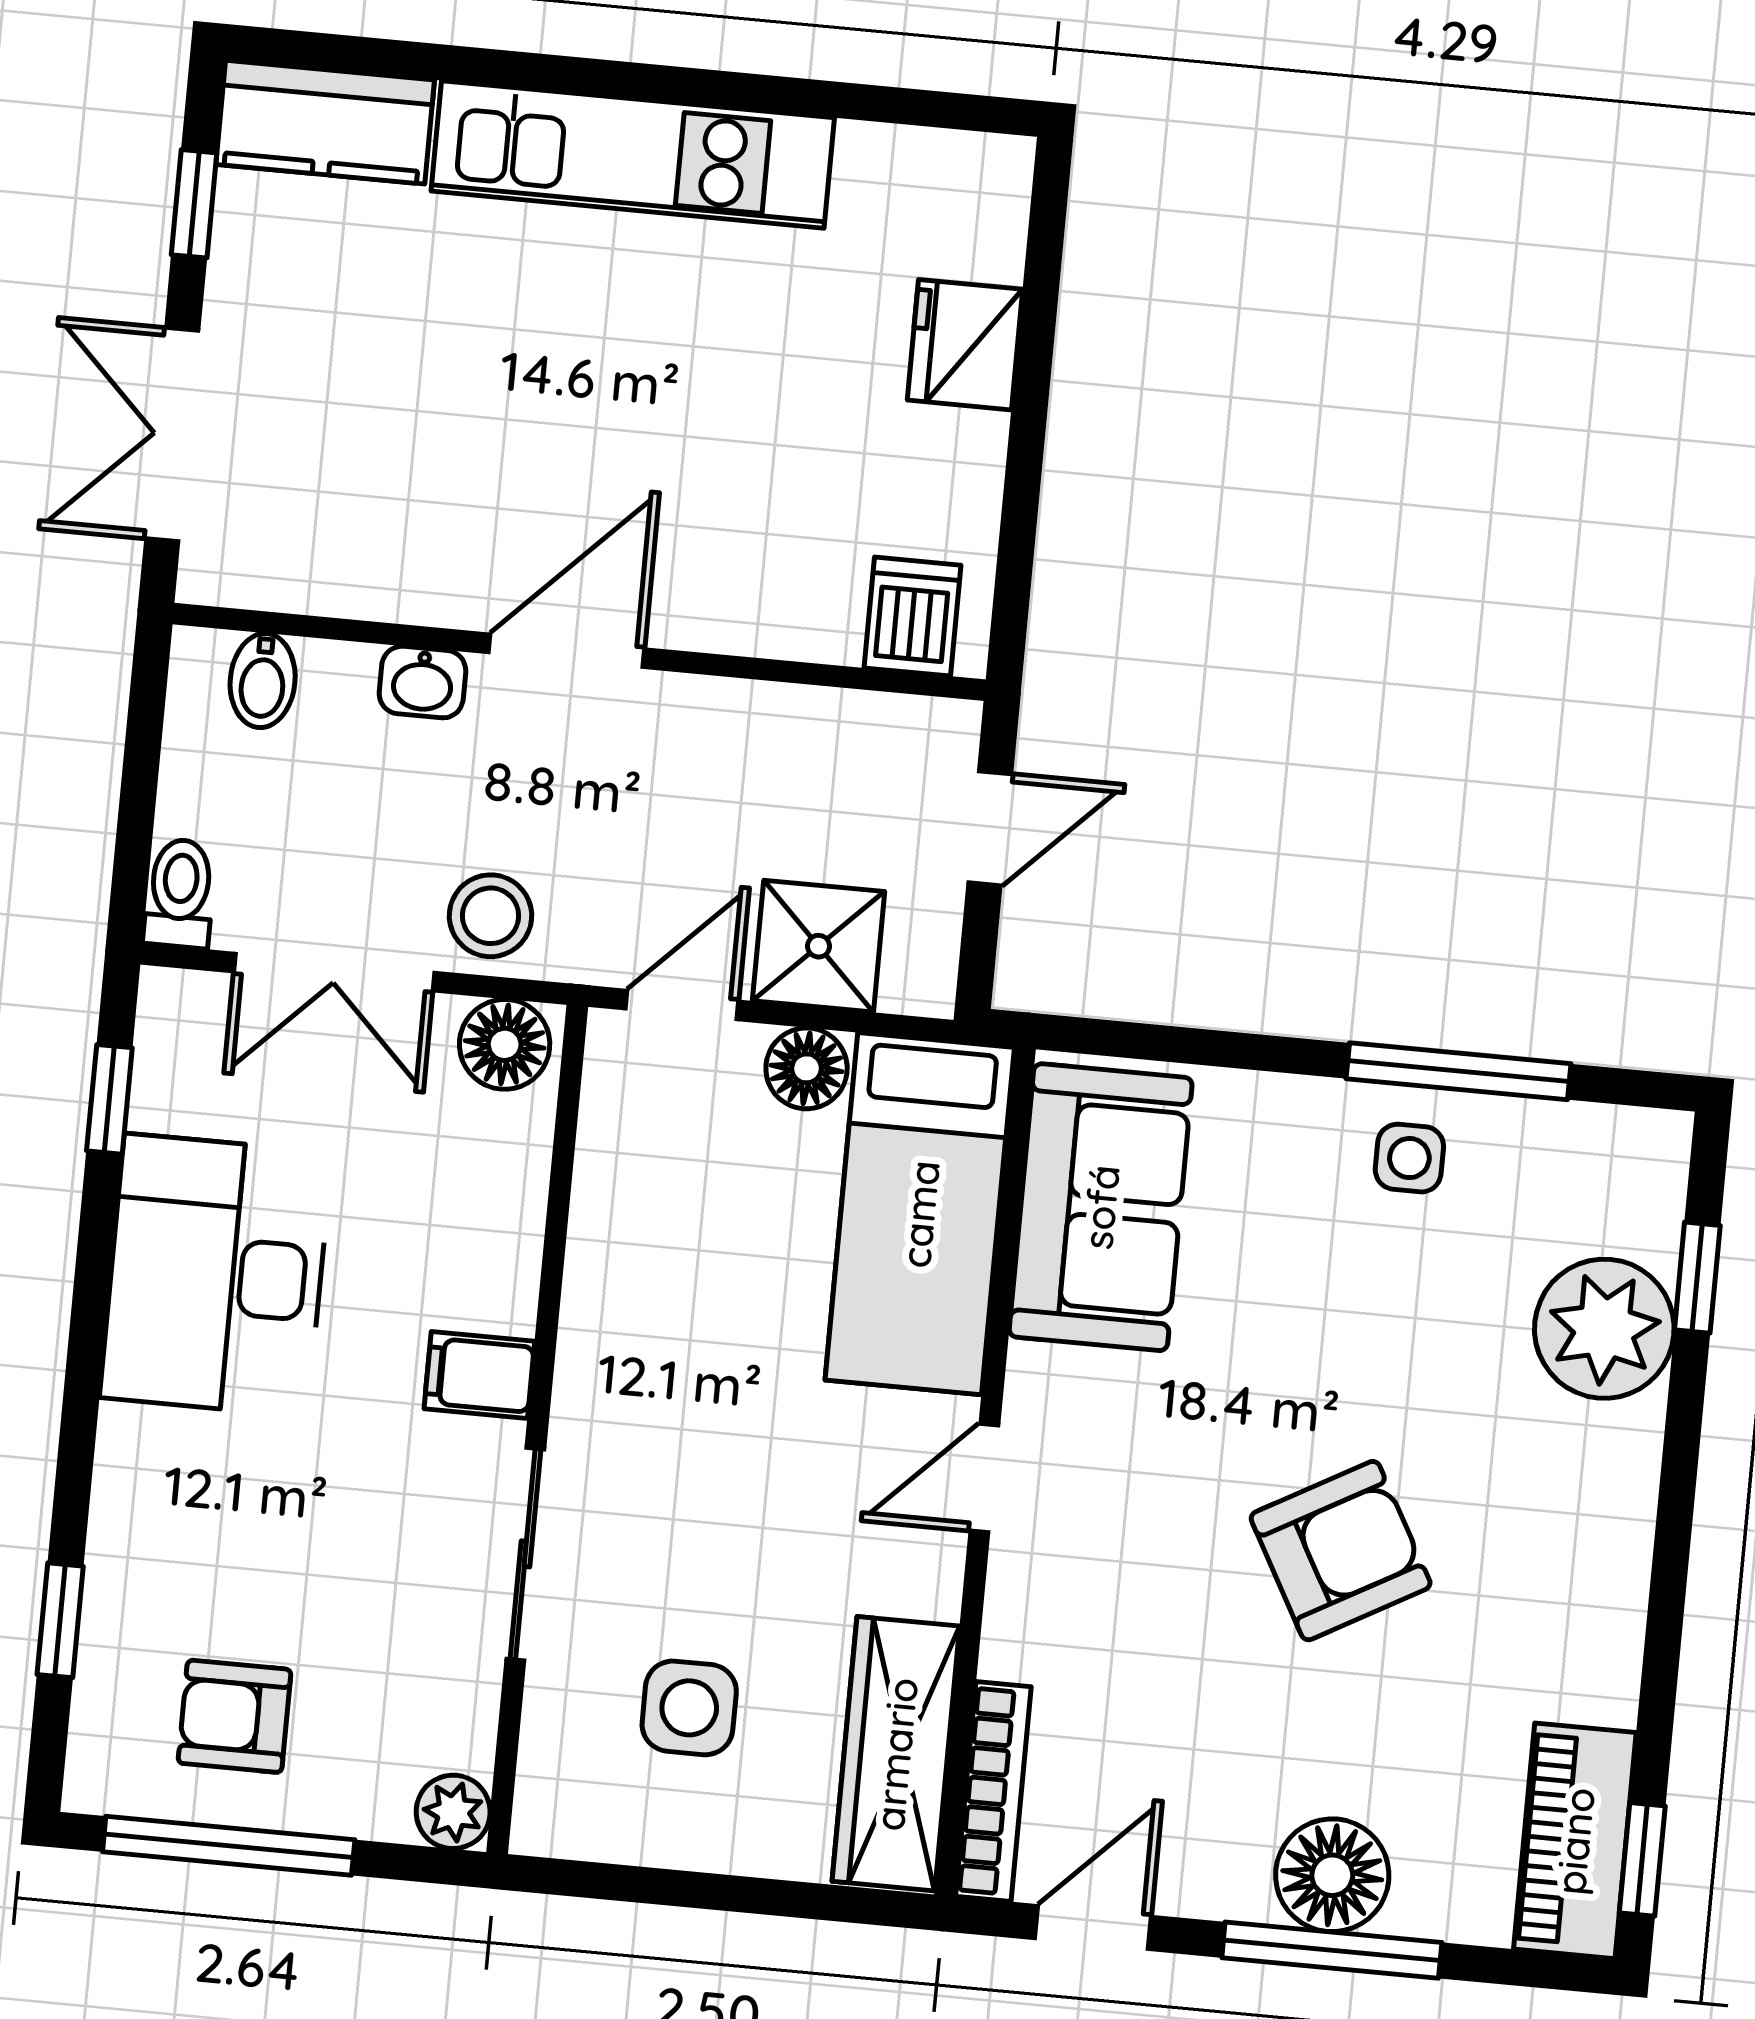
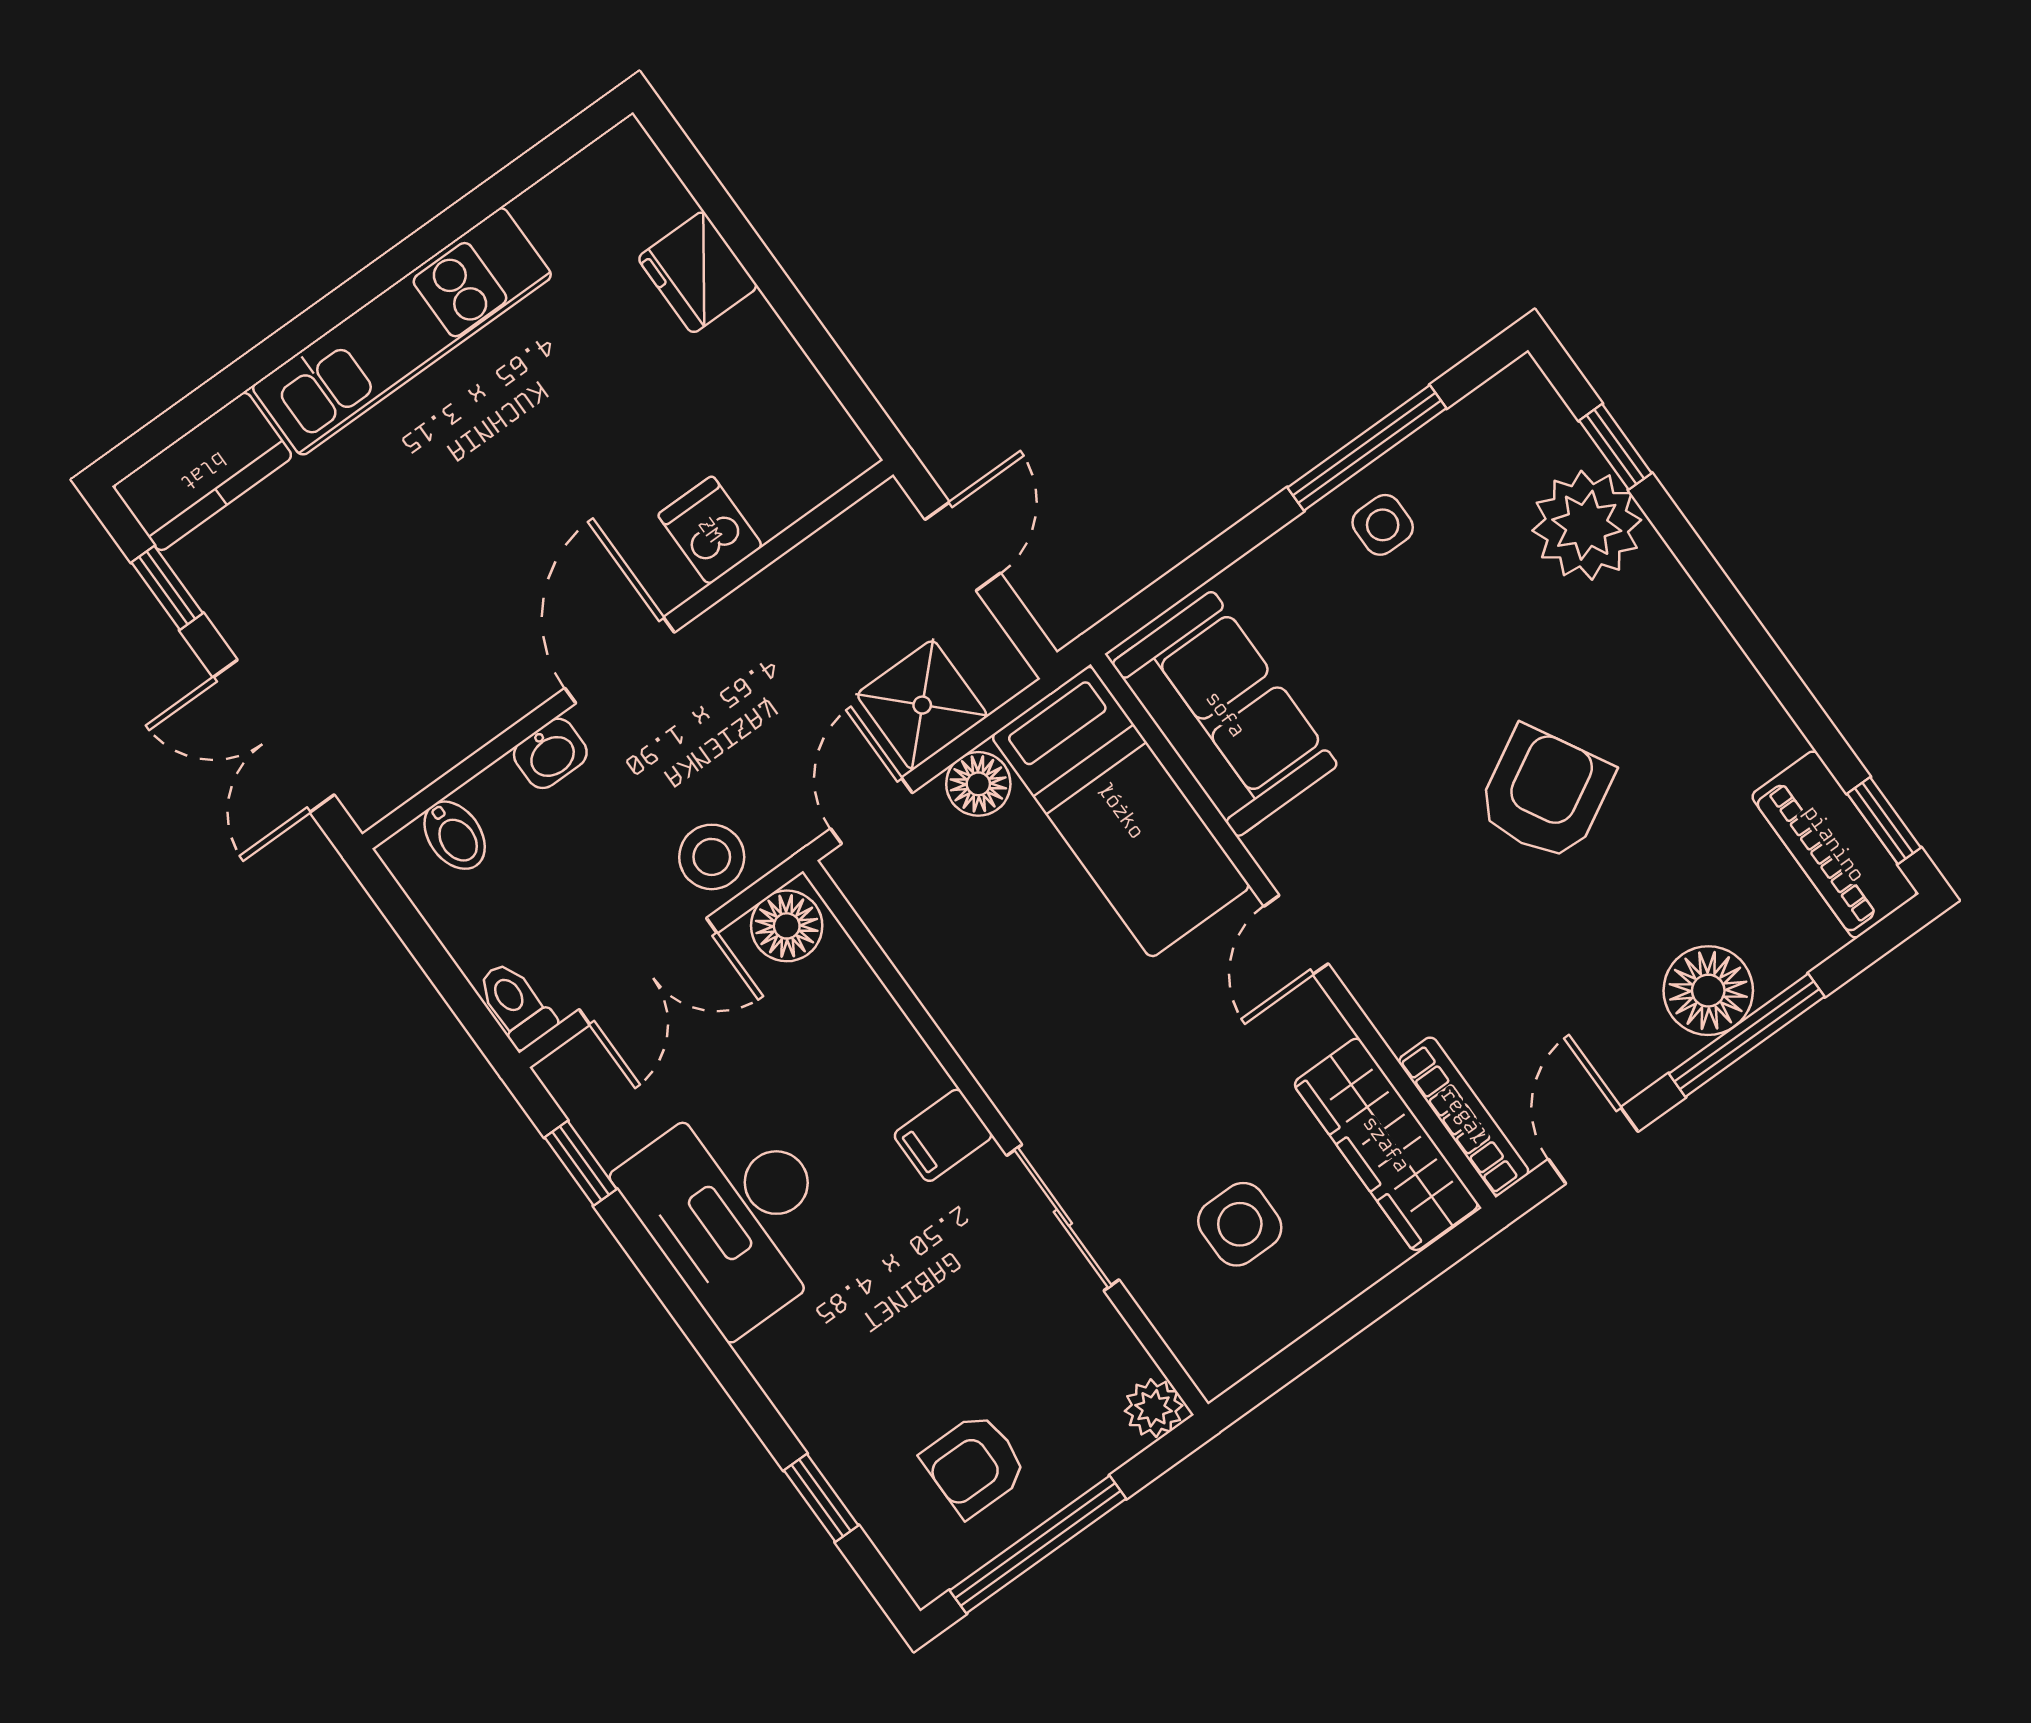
dishwasher: (912, 617) -> (710, 530), moved

